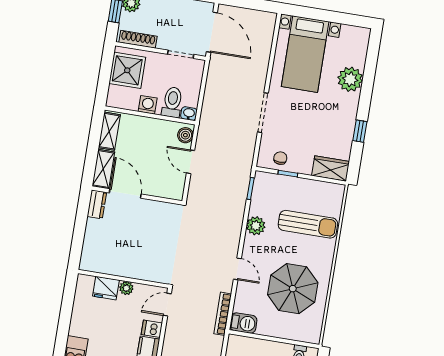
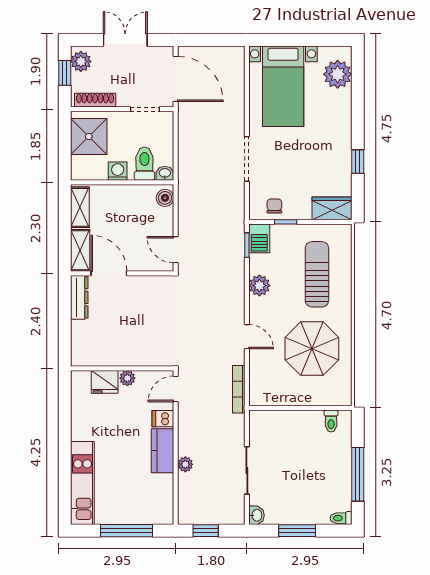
plant: (350, 79) -> (338, 74), moved
door: (191, 162) -> (176, 250), moved
dresser: (97, 204) -> (79, 297), width x1.44
sun lounger: (308, 224) -> (317, 274), turned -90
barbecue: (243, 323) -> (259, 238), moved, turned 90

